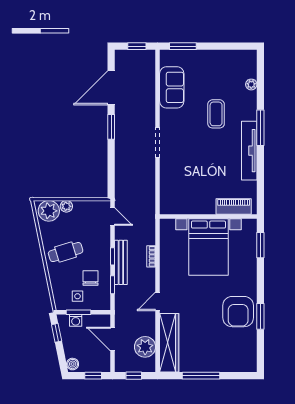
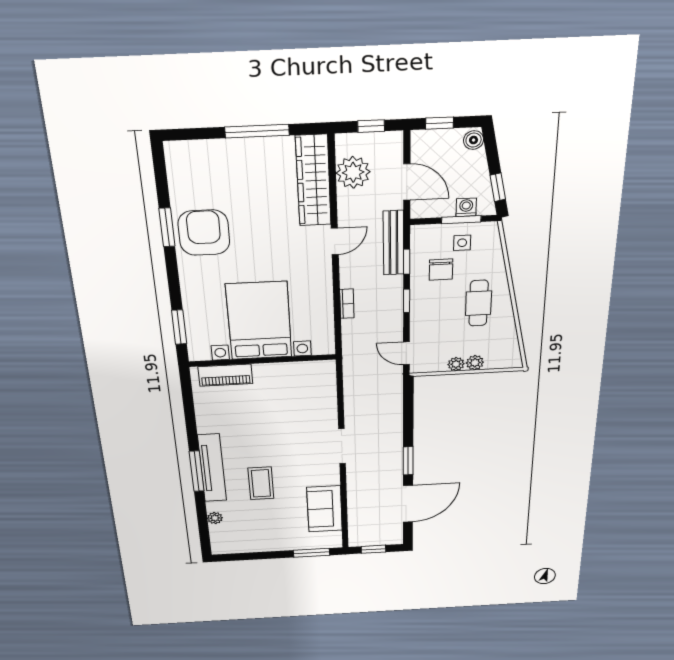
tv unit: (249, 151) -> (212, 468), moved
plant: (49, 211) -> (456, 364), moved, width x0.53, depth x0.53
cafe table: (66, 252) -> (479, 303), turned -73
bench: (121, 262) -> (393, 243), moved

